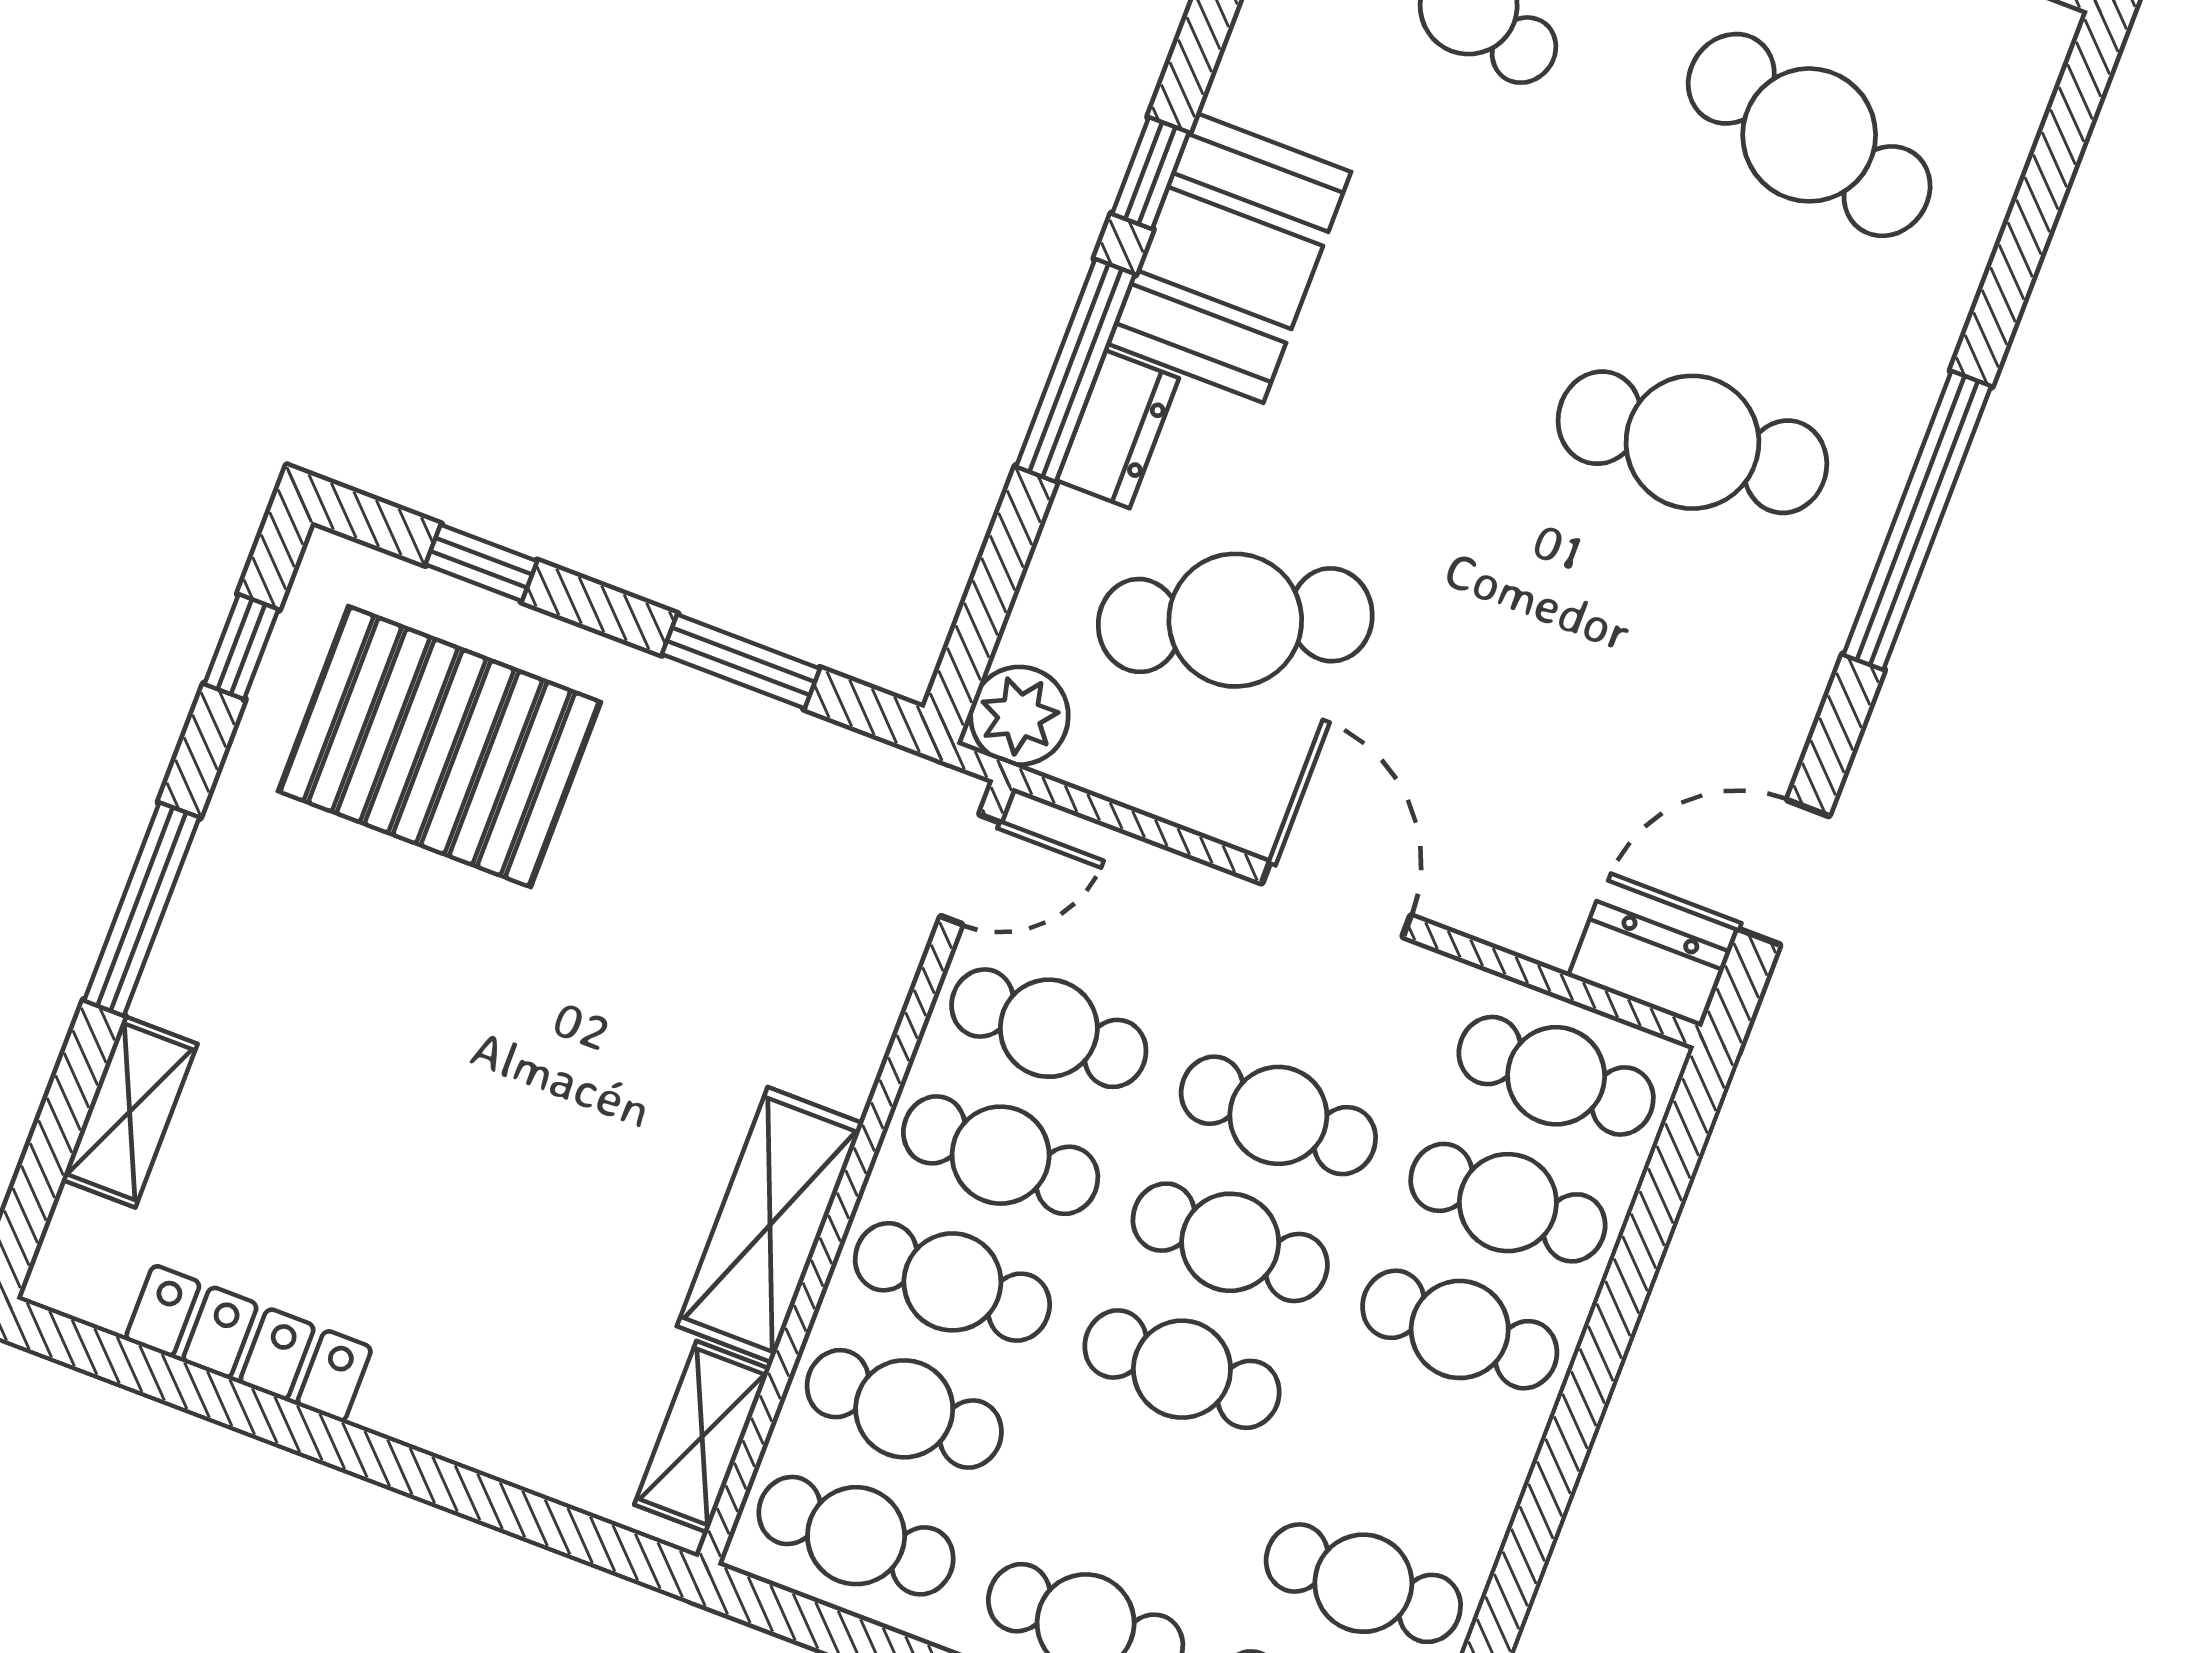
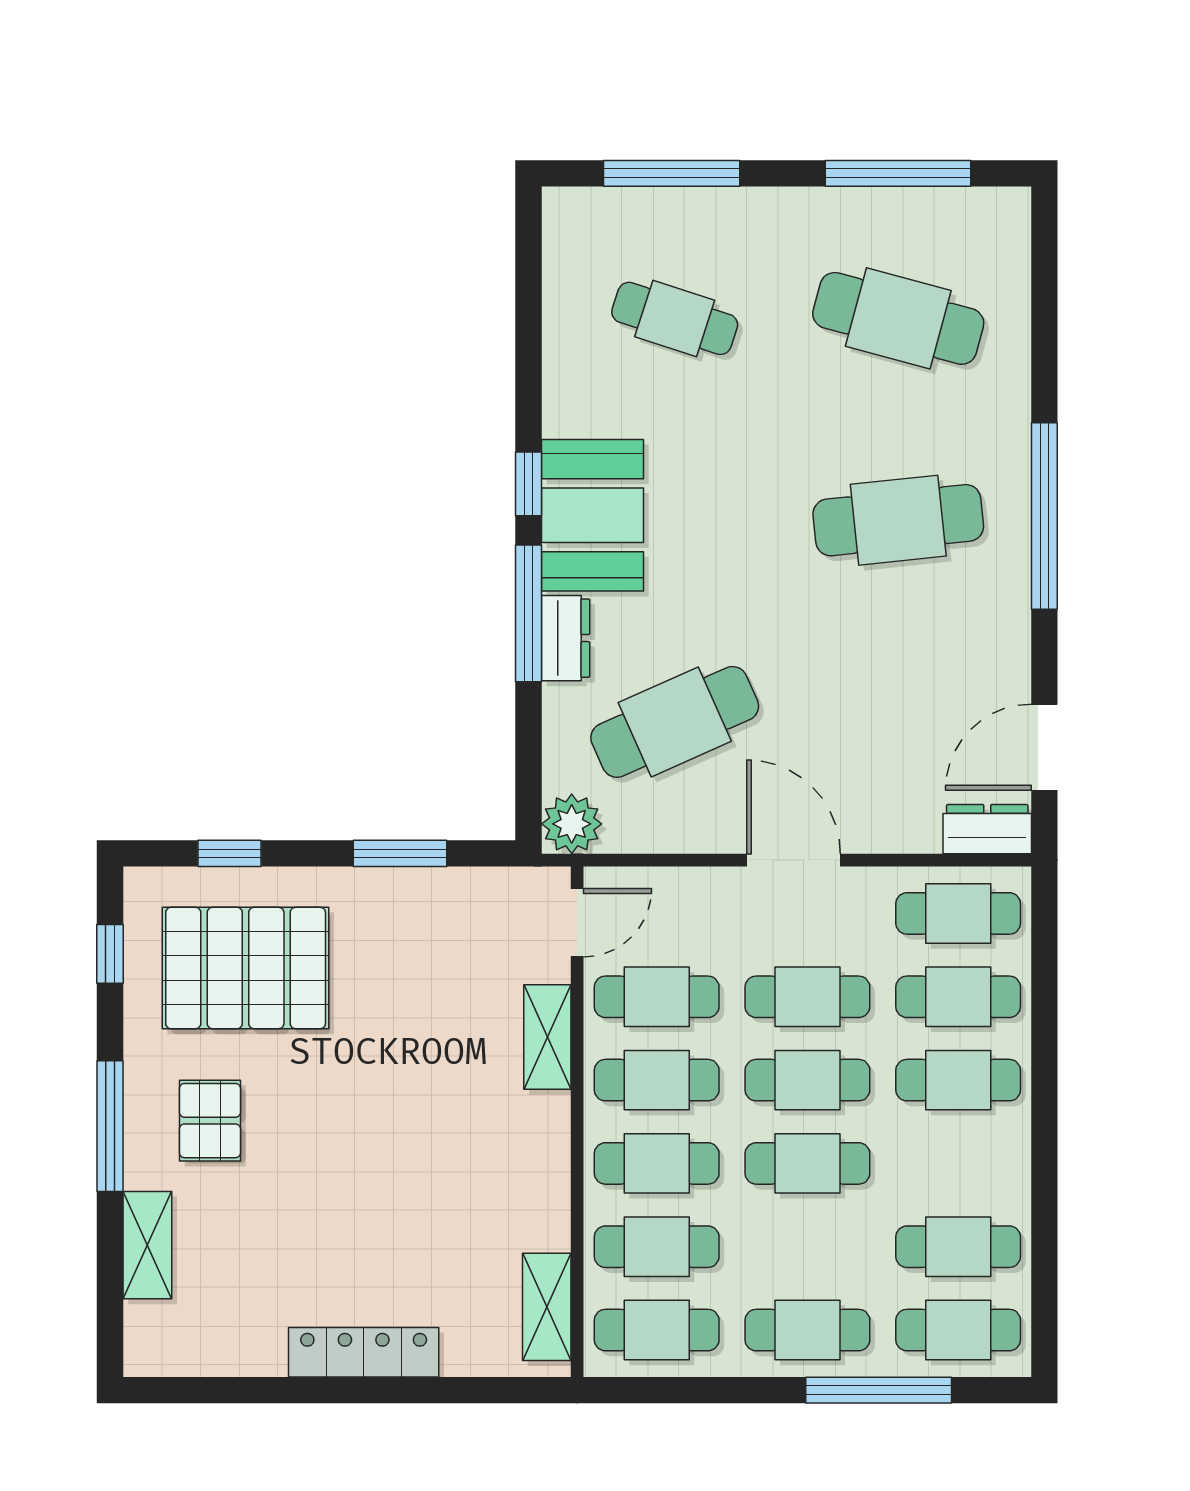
pallet: (297, 958) -> (210, 1121), added
shelving: (770, 1225) -> (547, 1037), moved, width x0.67, depth x0.75
locker: (249, 1344) -> (364, 1352), moved

